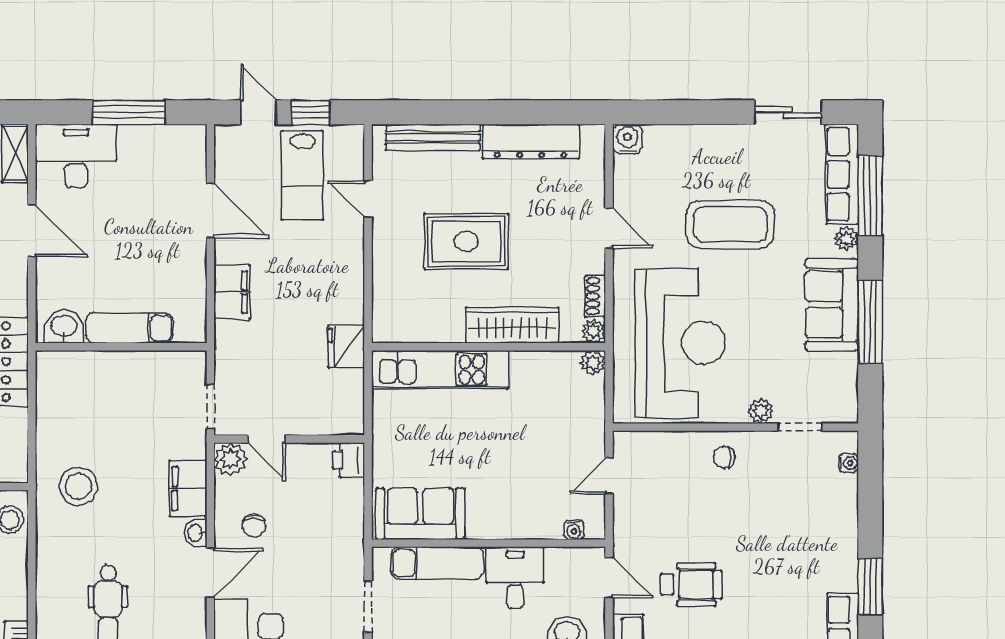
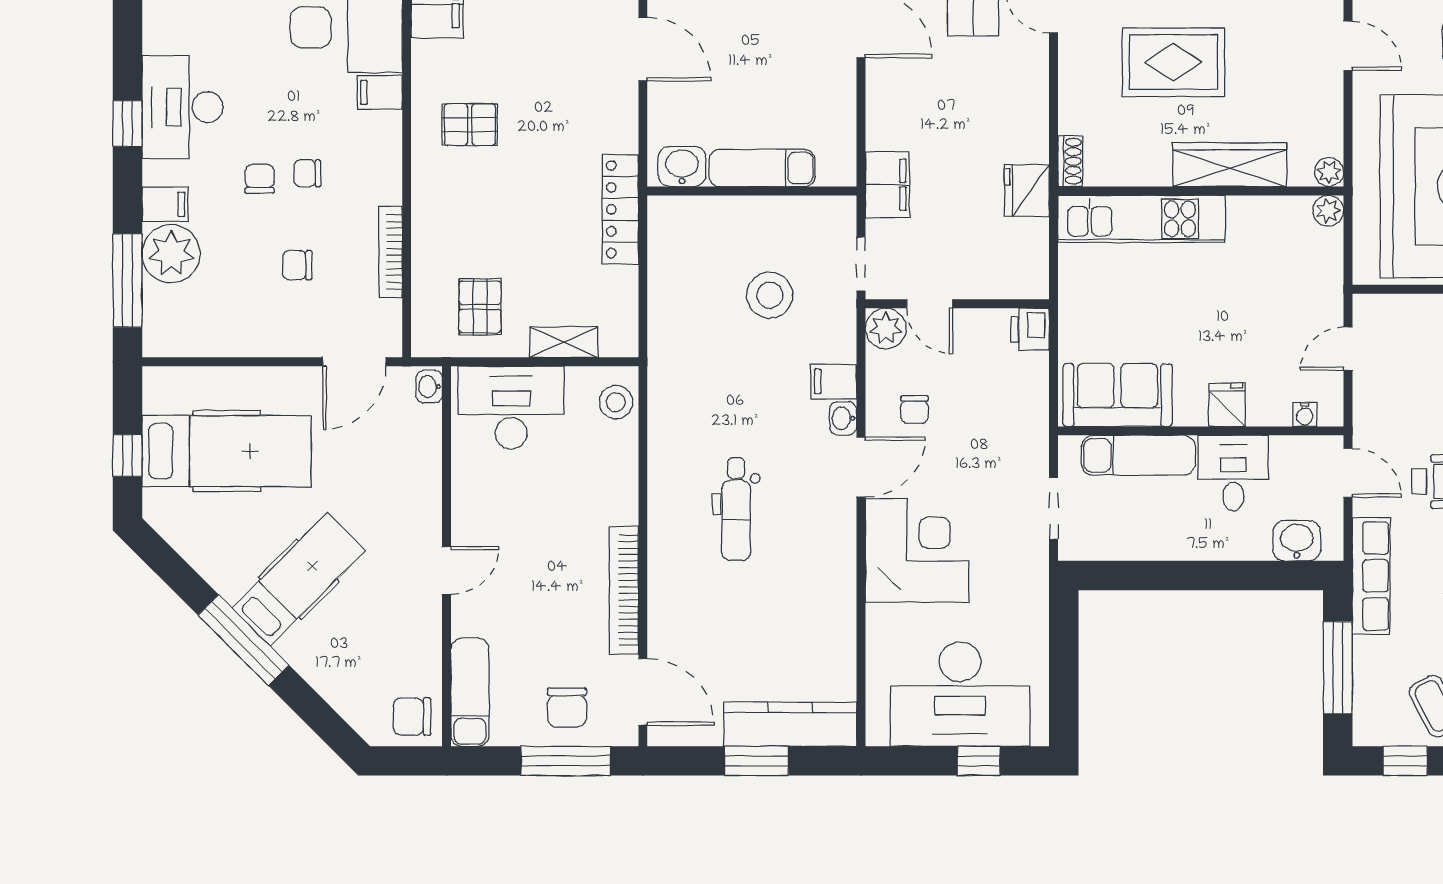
filing cabinet: (232, 292) -> (887, 185), moved
shoe rack: (595, 296) -> (1070, 161), moved, turned 180
stool: (78, 486) -> (770, 295), moved
filing cabinet: (188, 489) -> (834, 381), width x0.50
fridge: (510, 522) -> (1227, 405), added

